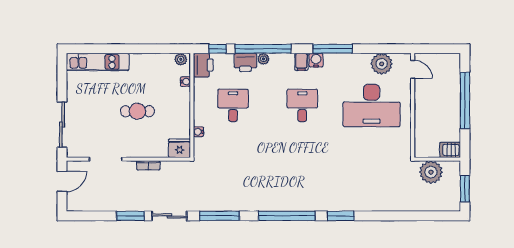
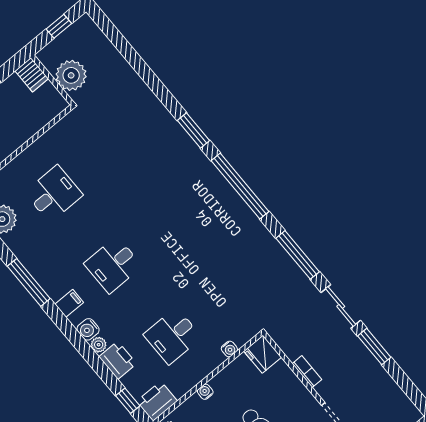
window: (263, 49) -> (89, 354), removed
water cooler: (316, 60) -> (88, 329), moved
water cooler: (185, 82) -> (205, 392), moved
desk: (372, 105) -> (54, 194), width x0.53, depth x0.77
window: (465, 189) -> (59, 26), width x0.67

